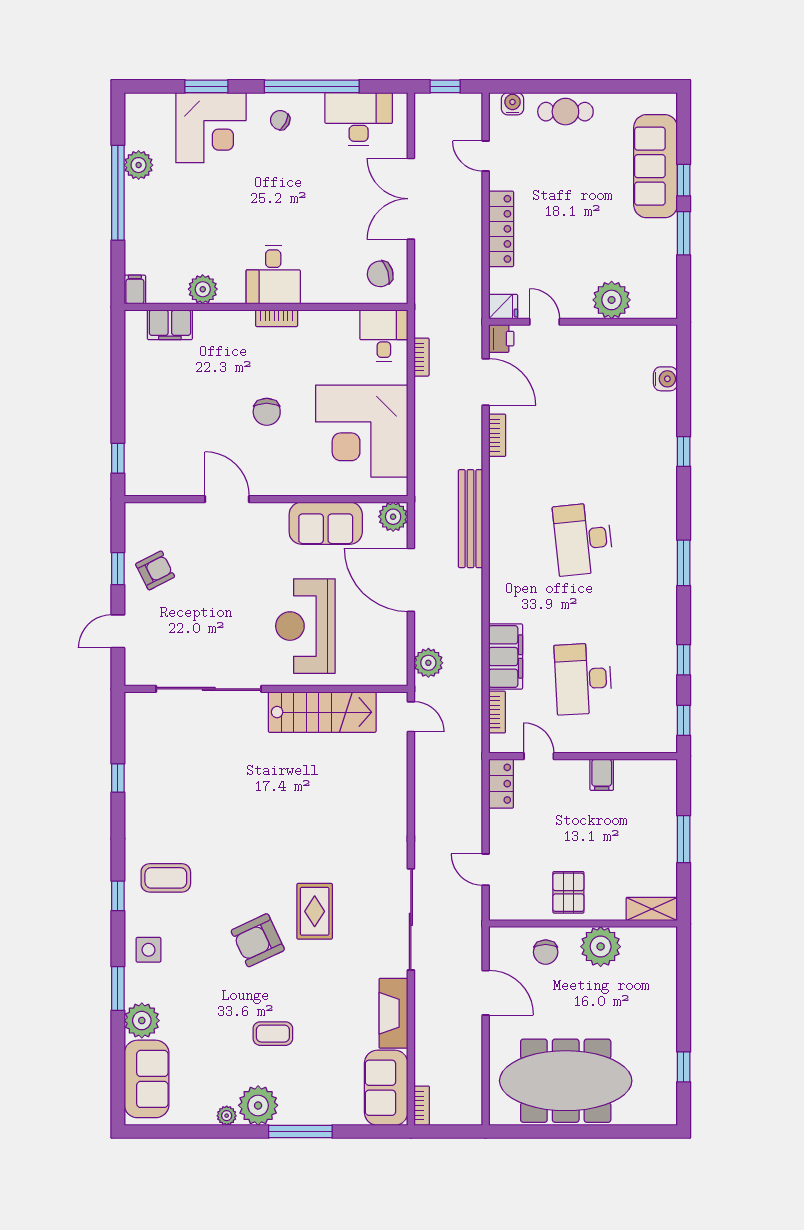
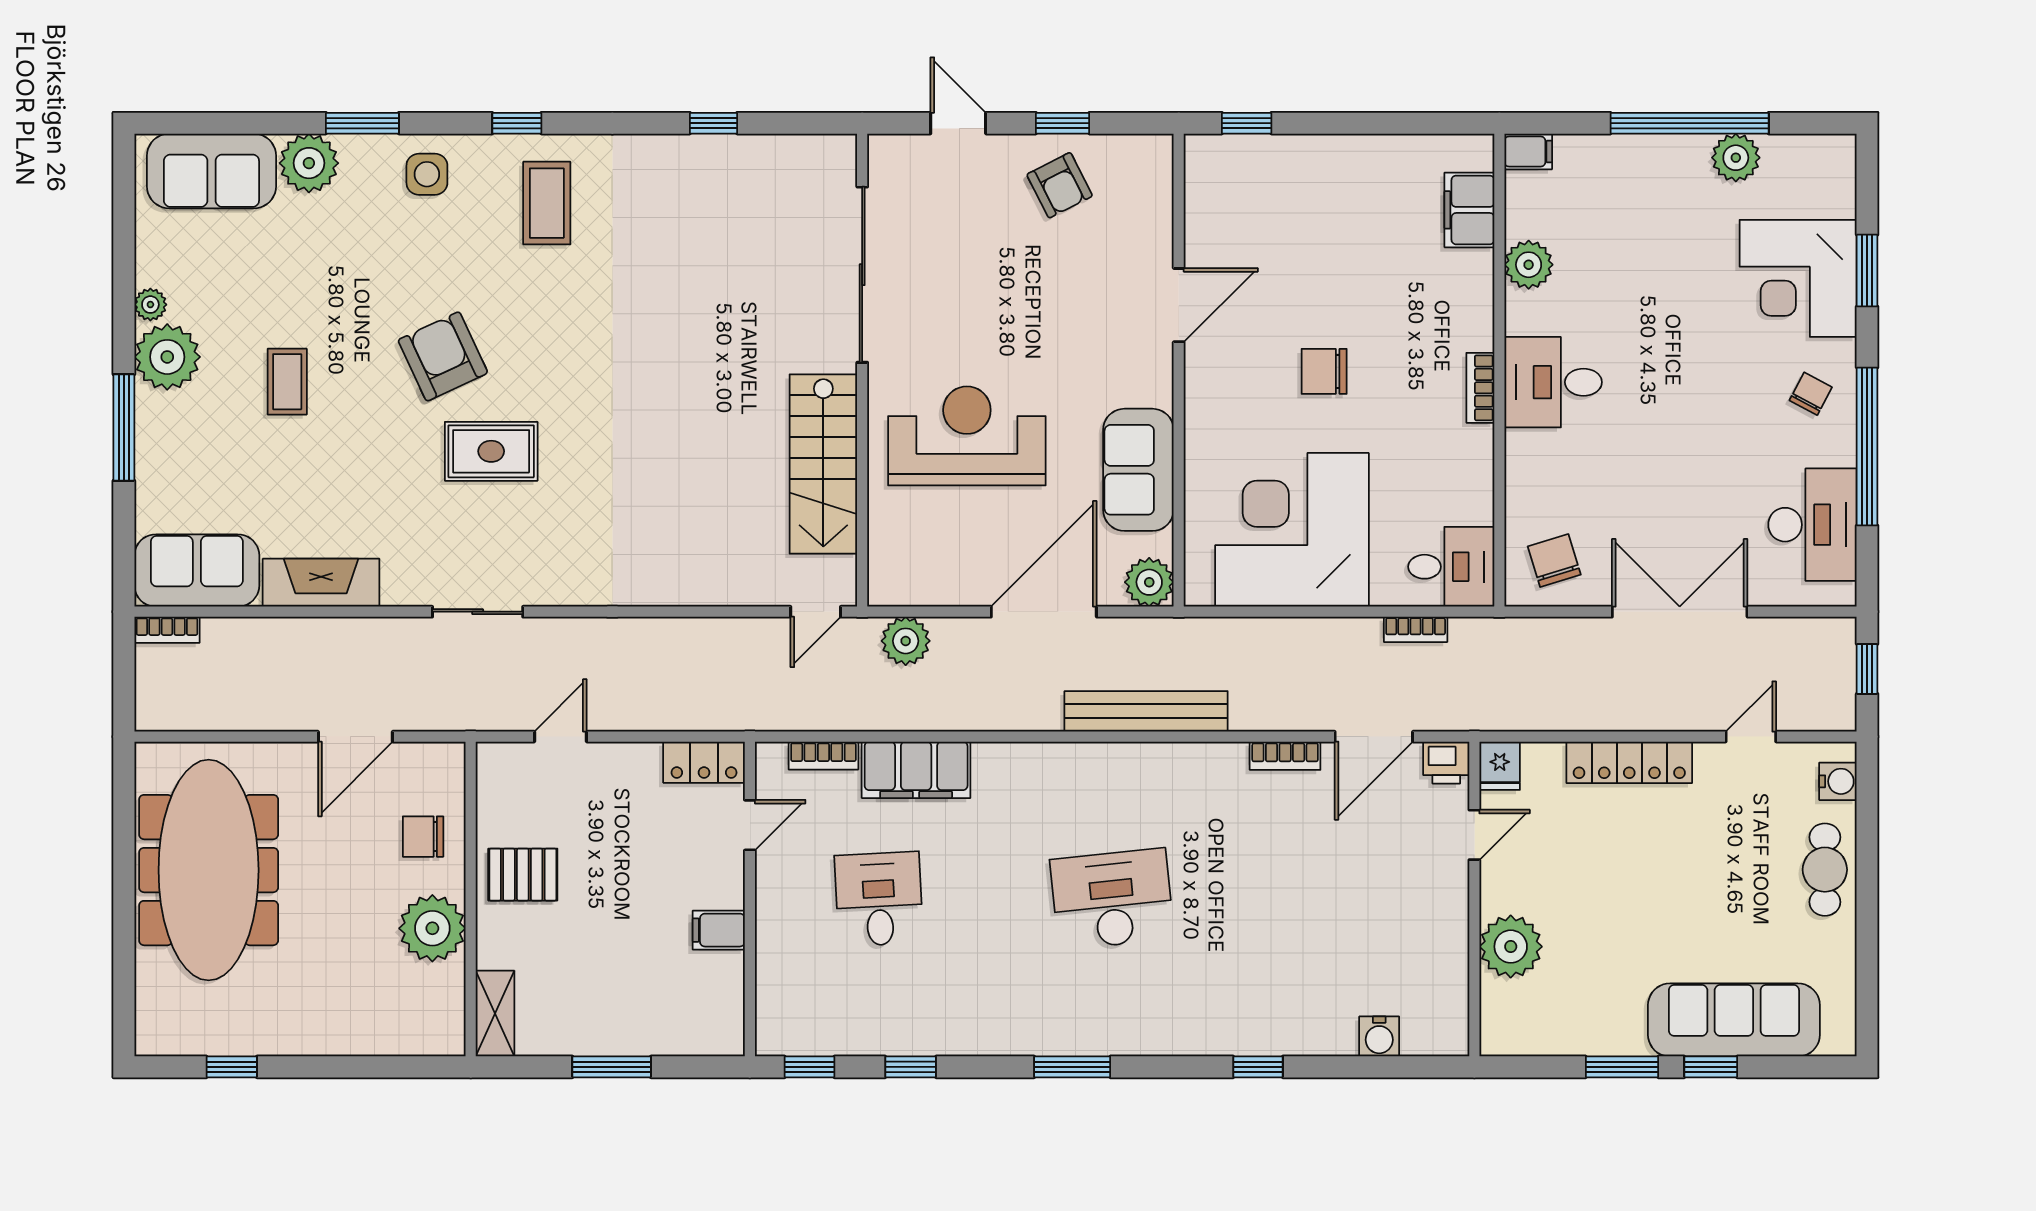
desk: (583, 679) -> (879, 899), width x0.73
sliding door: (411, 919) -> (478, 612), width x0.54

